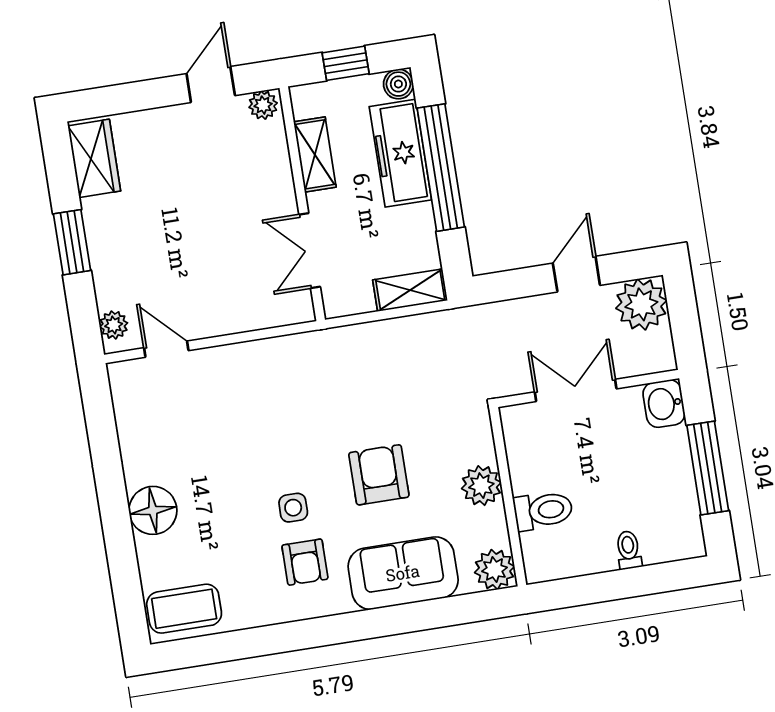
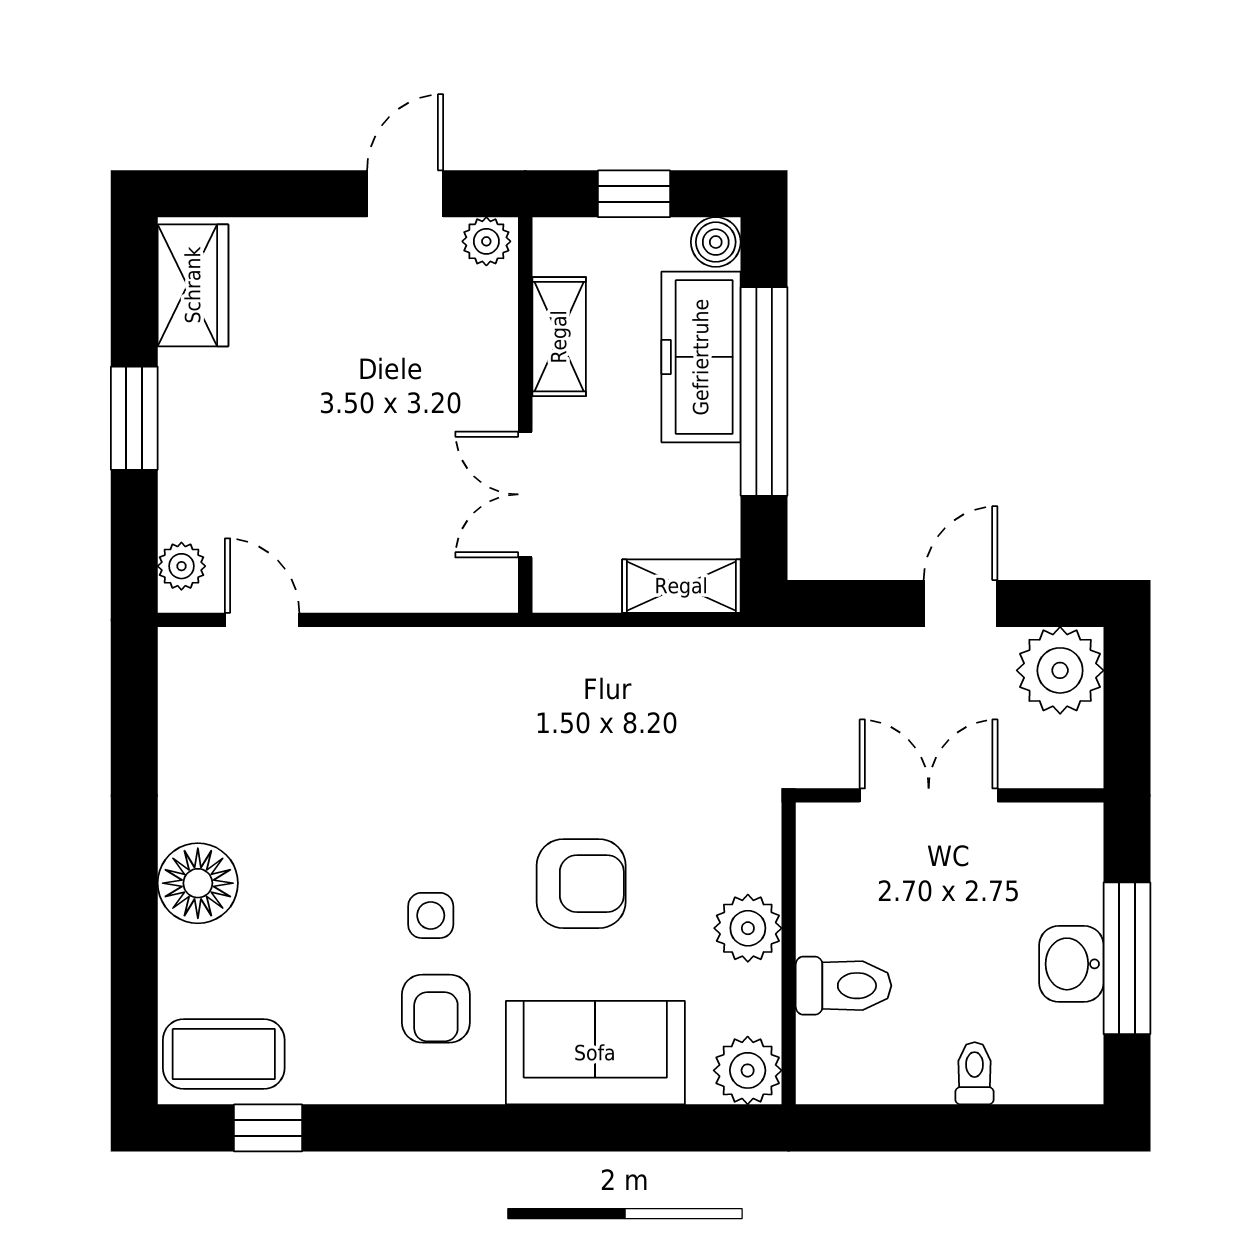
washbasin: (664, 404) -> (1071, 964), moved
armchair: (379, 475) -> (581, 884), turned 90
window: (217, 648) -> (268, 1128), added

